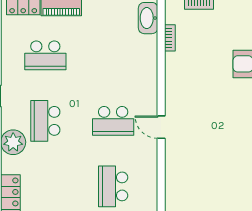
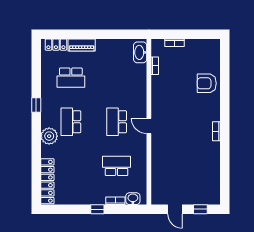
school desk: (113, 121) -> (117, 122), turned 90
school desk: (113, 186) -> (117, 166), turned 90

